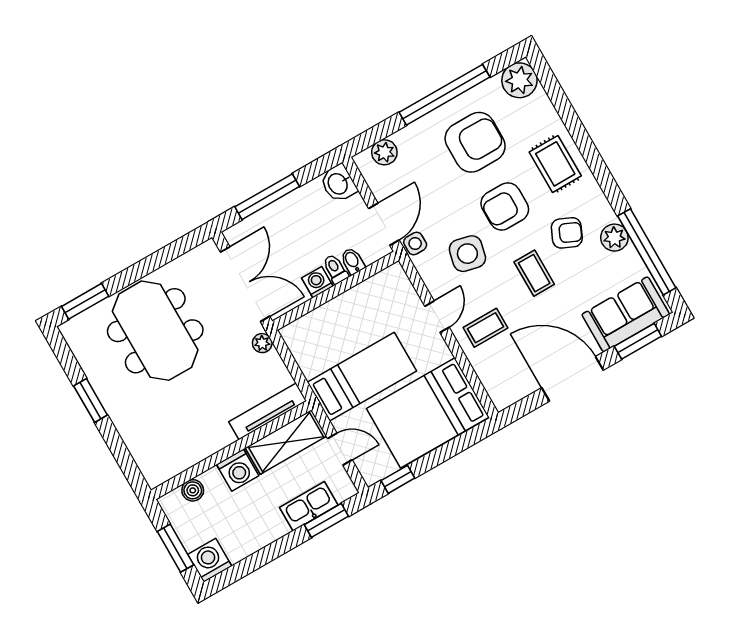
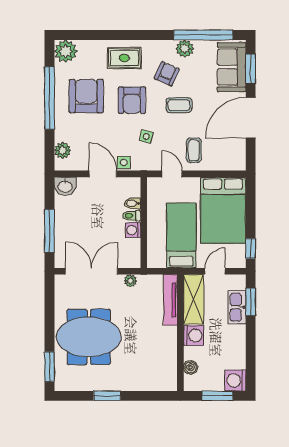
side table: (467, 254) -> (146, 136), width x0.54, depth x0.54
bidet: (353, 261) -> (133, 203), moved
toilet: (335, 269) -> (131, 216), moved
washing machine: (317, 282) -> (133, 230), moved
wall: (336, 291) -> (144, 223), moved

